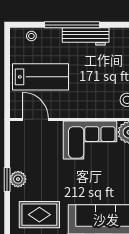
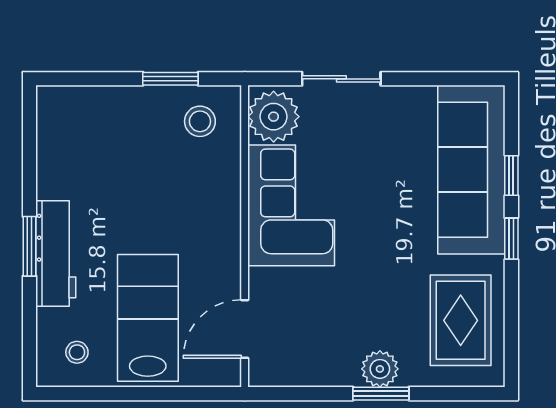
window: (72, 25) -> (29, 246), width x0.47
stool: (31, 36) -> (77, 352), moved
workbench: (86, 36) -> (56, 254), moved

